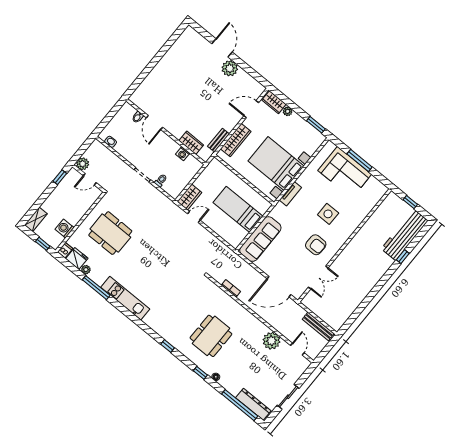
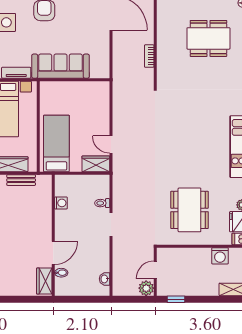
wardrobe: (191, 143) -> (44, 281), moved
door: (90, 179) -> (155, 270), swing flipped
bed: (238, 209) -> (56, 143), moved, turned 180
sofa: (260, 239) -> (60, 66), moved

